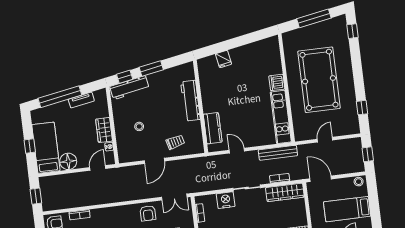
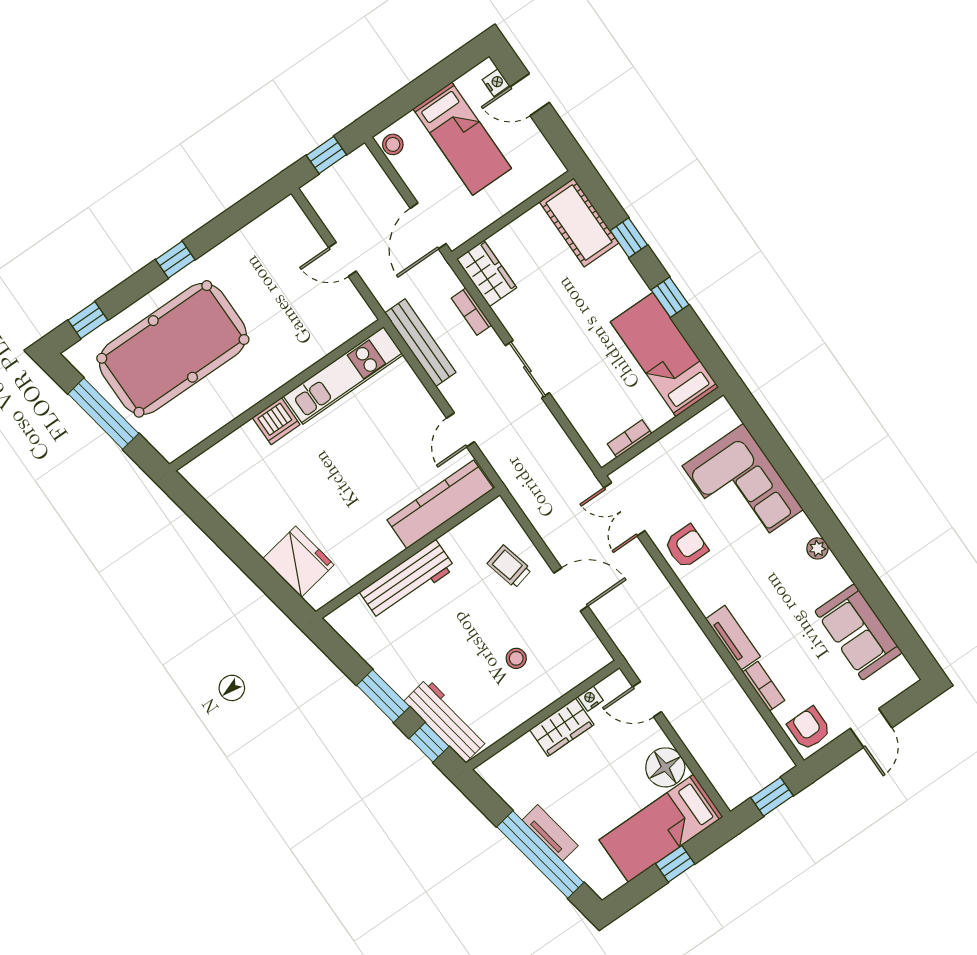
fridge: (224, 59) -> (298, 562), width x1.88, depth x1.34
pool table: (319, 80) -> (173, 349), moved
tv unit: (81, 100) -> (550, 833), moved
window: (362, 108) -> (175, 260), moved
kitchen counter: (213, 128) -> (440, 504), width x1.50
wardrobe: (285, 192) -> (487, 273), width x0.67
double door: (174, 197) -> (624, 509), swing flipped
nightstand: (226, 200) -> (575, 400), removed
tv unit: (104, 213) -> (733, 638), added

